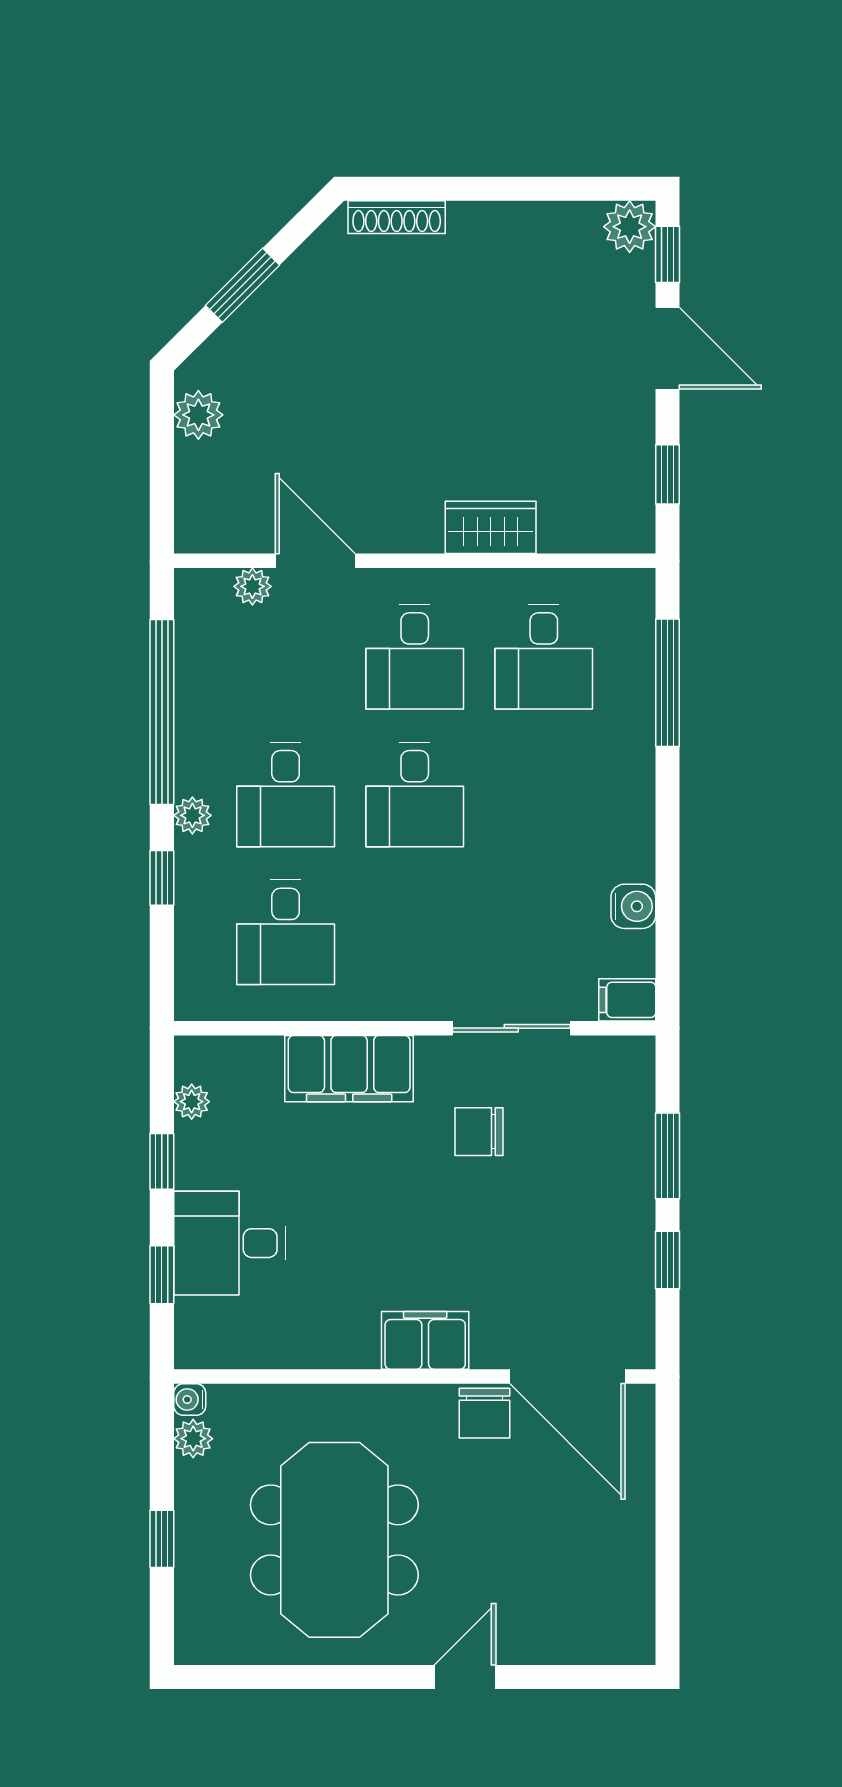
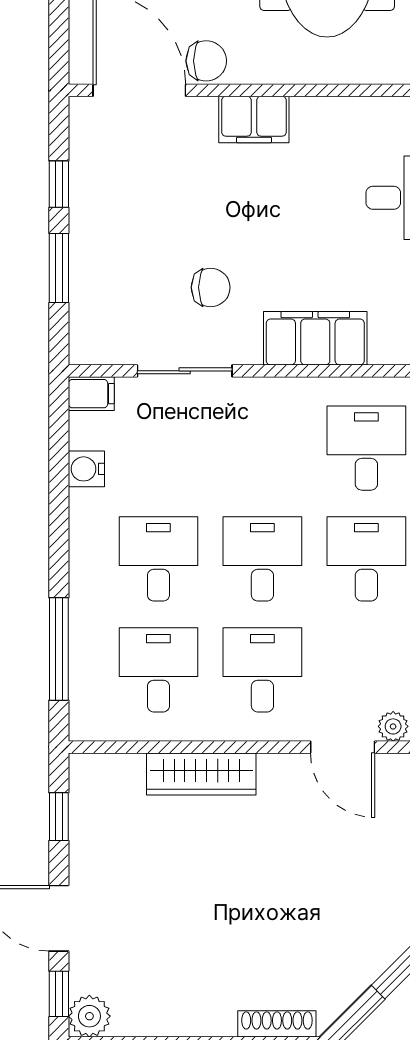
wardrobe: (491, 527) -> (201, 774), width x1.50
desk: (544, 794) -> (158, 559), added
chair: (485, 1413) -> (206, 61), turned 90

